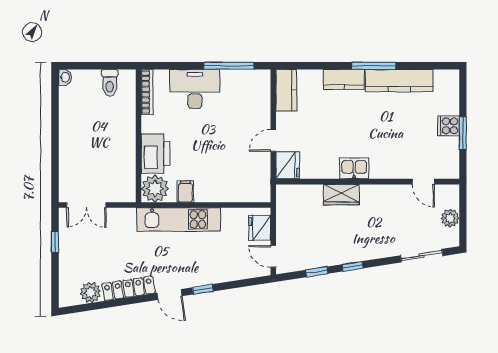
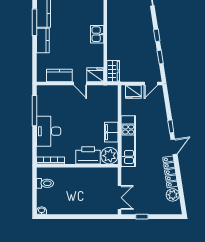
kitchen counter: (286, 90) -> (59, 76), moved
filing cabinet: (185, 191) -> (111, 132), width x2.00
wardrobe: (341, 195) -> (113, 71), moved

